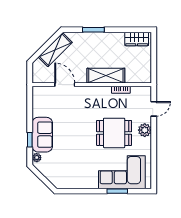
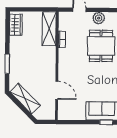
shelving: (106, 76) -> (49, 29), moved
door: (65, 85) -> (57, 90), swing flipped

